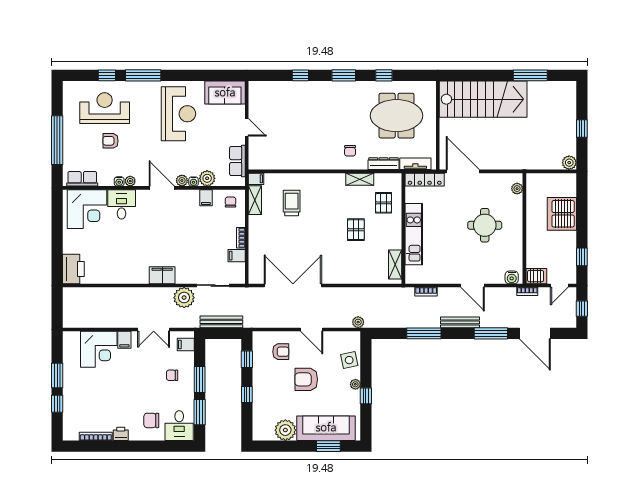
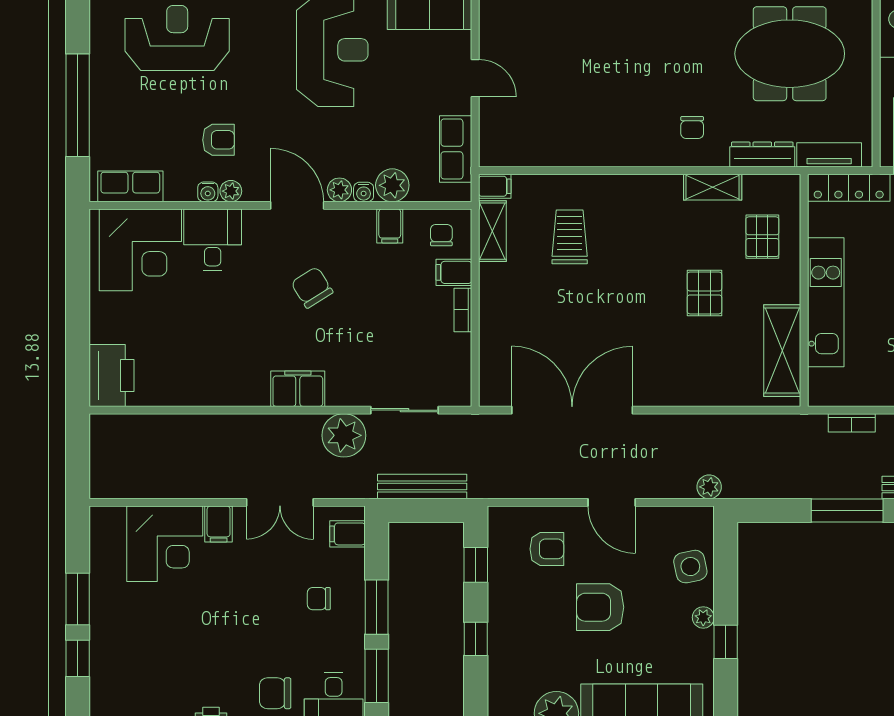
armchair: (111, 141) -> (218, 140), moved, turned 180
chair: (169, 227) -> (312, 287), added
filing cabinet: (237, 256) -> (454, 272), moved
shelving: (395, 264) -> (782, 351), width x1.50, depth x1.33

